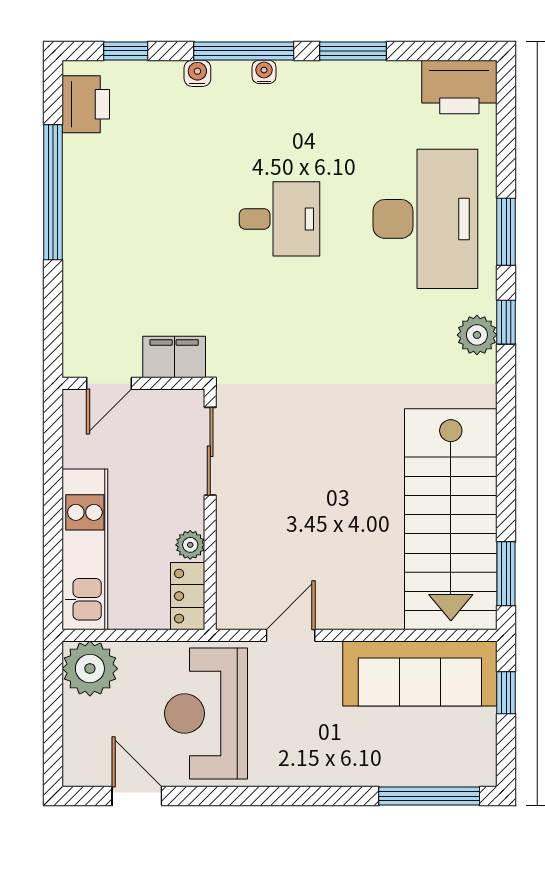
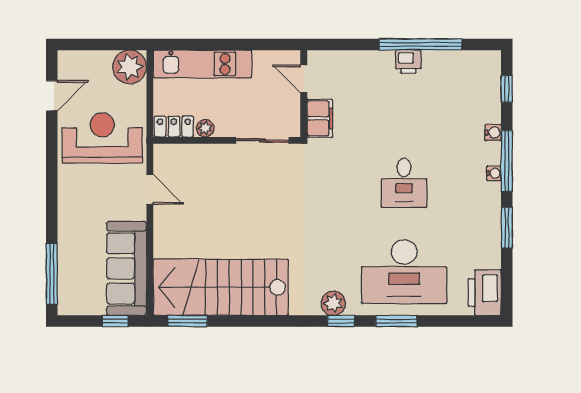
printer: (86, 104) -> (408, 62), moved, width x0.73, depth x0.81

